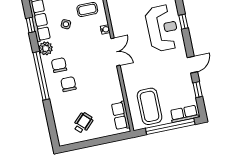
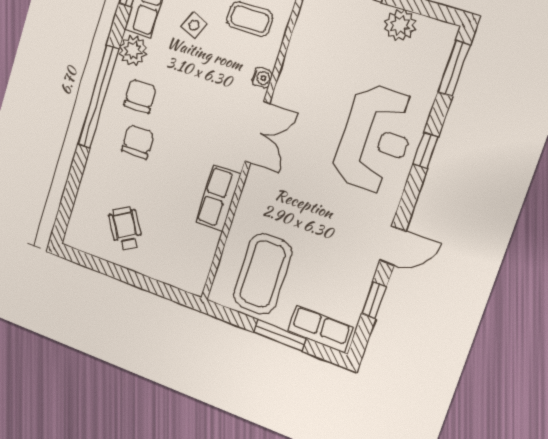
row of seats: (121, 116) -> (218, 198), moved
wheelchair: (83, 123) -> (125, 228), turned -76
window: (170, 126) -> (280, 335), width x0.47

